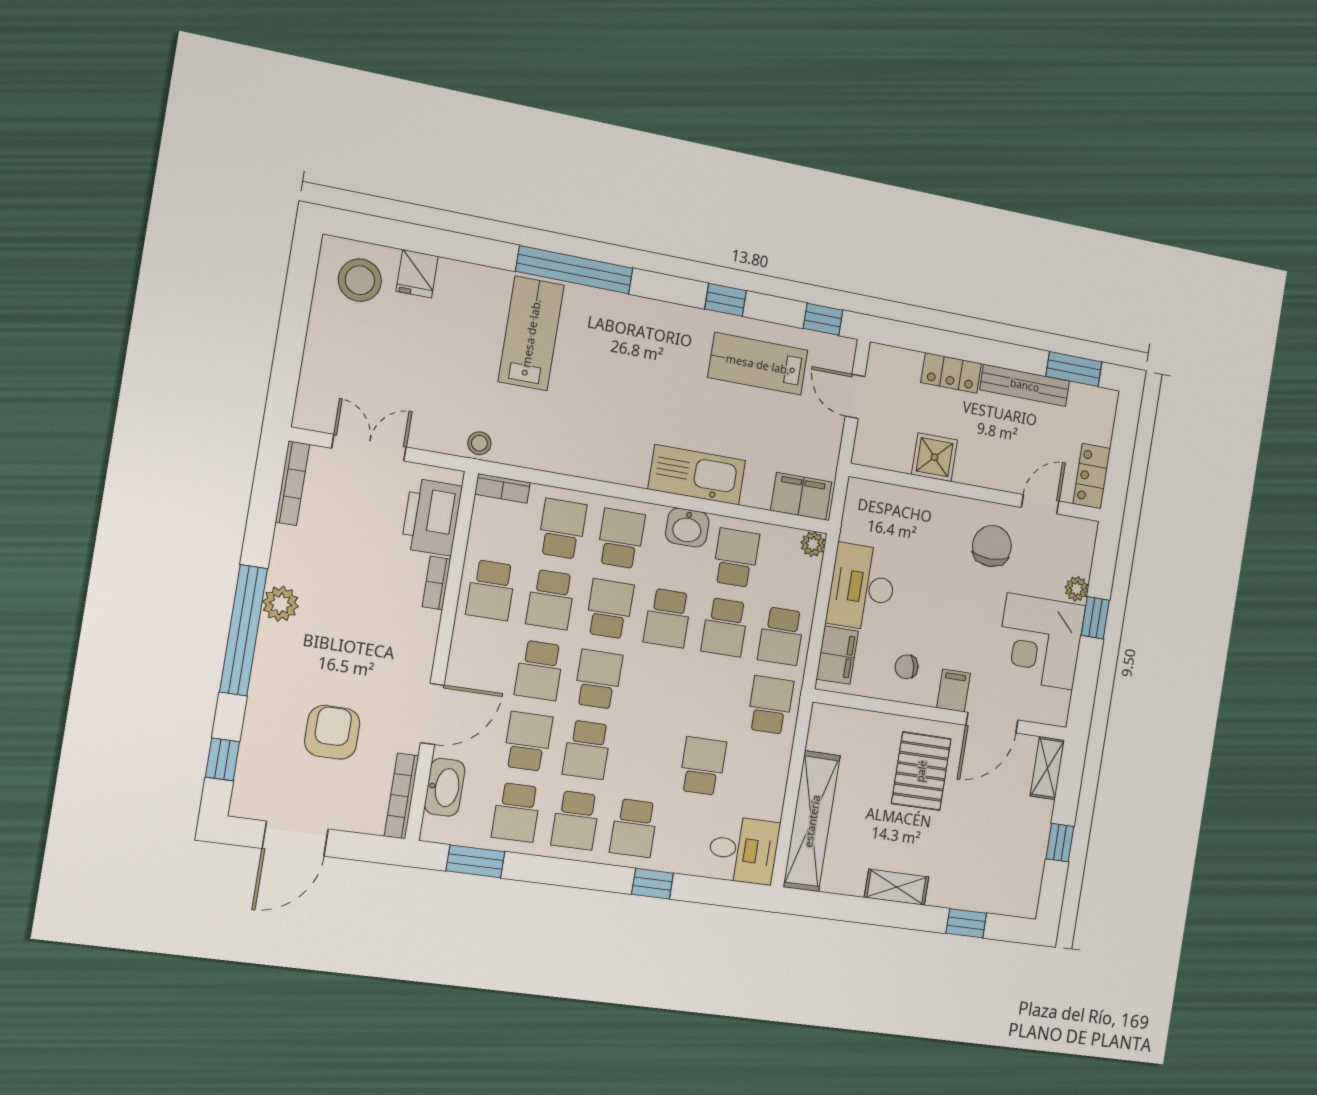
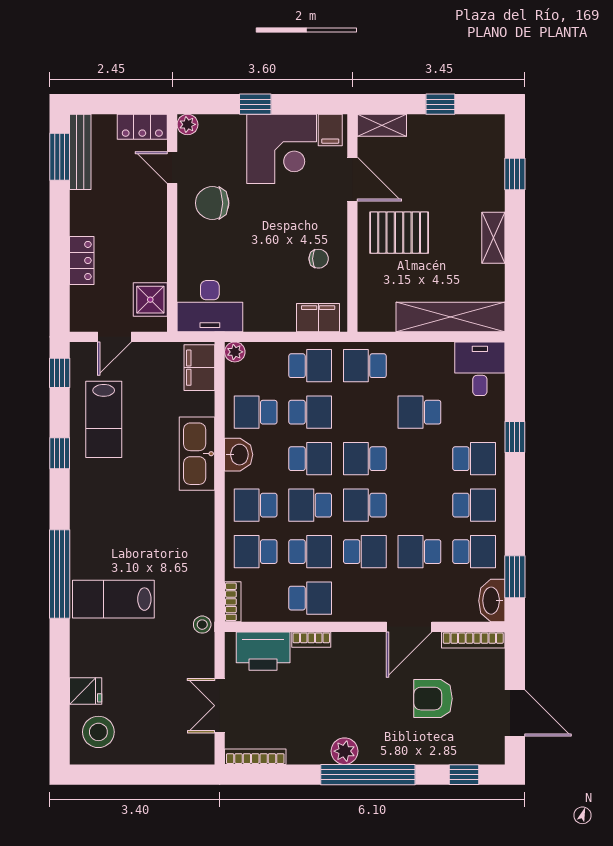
bench: (1025, 385) -> (80, 152), moved
shower: (934, 457) -> (150, 300), moved
desk: (862, 587) -> (210, 306), moved
plant: (1077, 589) -> (188, 124), moved
chair: (907, 667) -> (319, 259), turned -78
filing cabinet: (954, 690) -> (330, 130), moved, turned -90
door: (432, 714) -> (409, 627), swing flipped
school desk: (587, 750) -> (365, 459), moved, turned 180
washbasin: (445, 787) -> (492, 601), moved, turned -90

